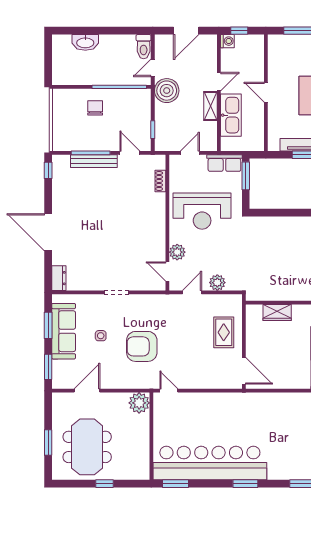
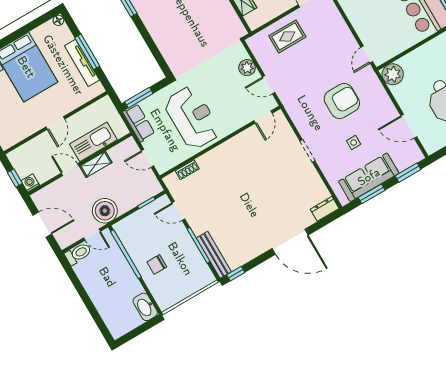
washbasin: (85, 42) -> (145, 307), moved, turned 180
door: (130, 153) -> (178, 211), hinge flipped
bench: (94, 161) -> (214, 255), moved
door: (48, 232) -> (290, 242), hinge flipped
plant: (177, 252) -> (241, 118), removed
armchair: (142, 346) -> (342, 101), turned -90

